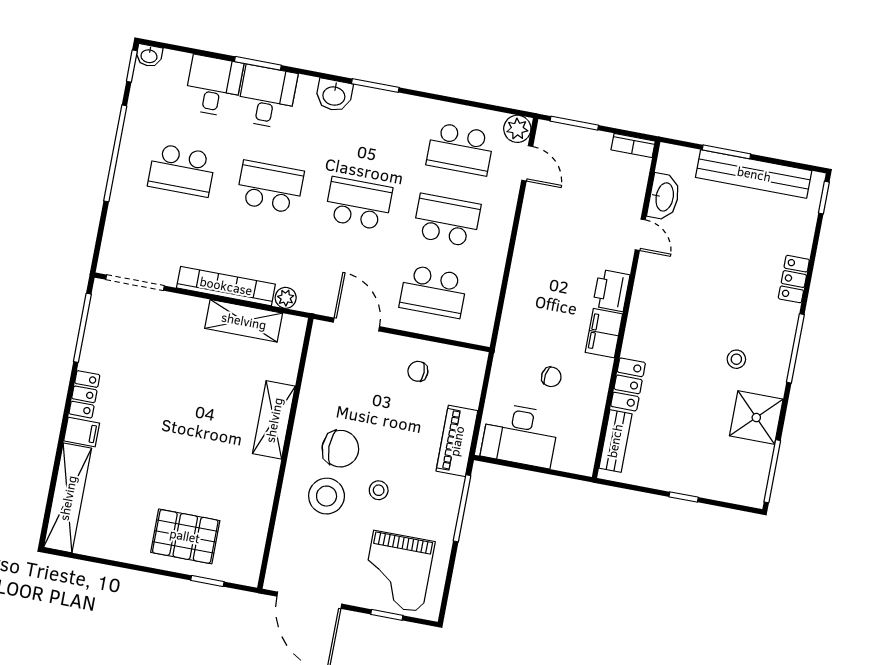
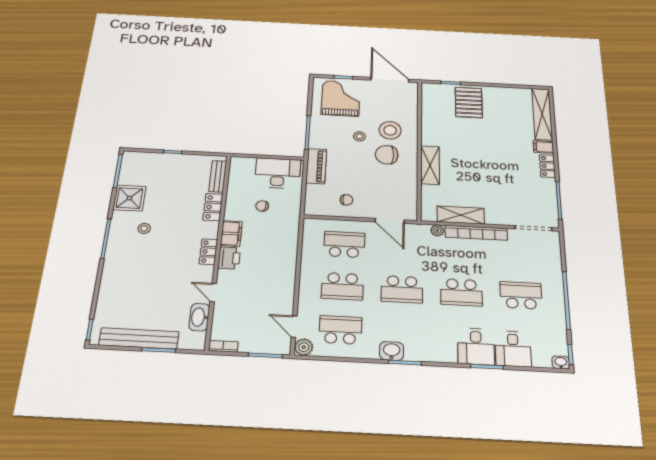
washbasin: (334, 95) -> (392, 351), moved
locker: (794, 279) -> (208, 252), moved, turned 180
pallet: (185, 536) -> (469, 102), turned 90

